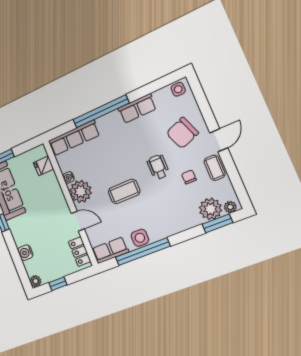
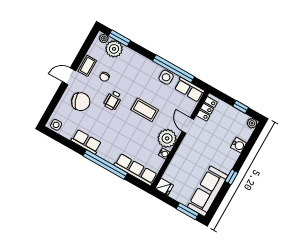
fridge: (44, 166) -> (164, 187), moved

